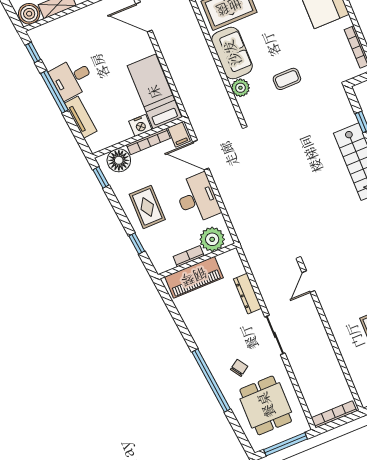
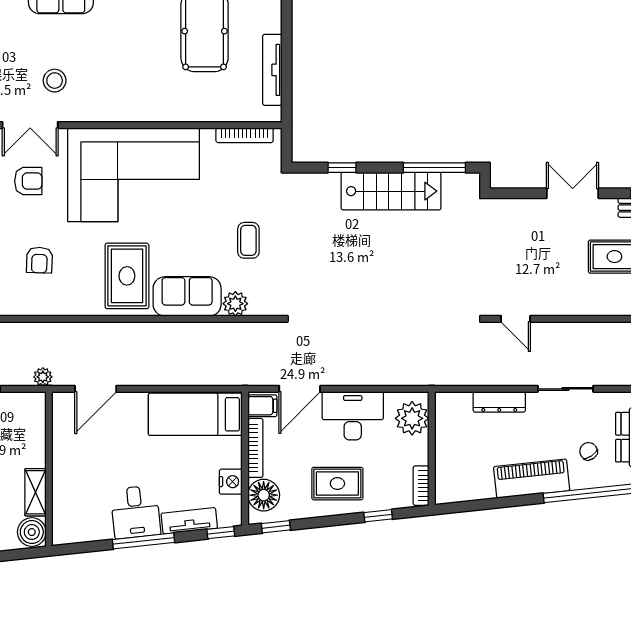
window: (33, 52) -> (221, 533), moved
nightstand: (140, 125) -> (231, 482), moved
bookcase: (189, 256) -> (421, 486), moved
piano: (194, 277) -> (532, 479), moved, turned -96

